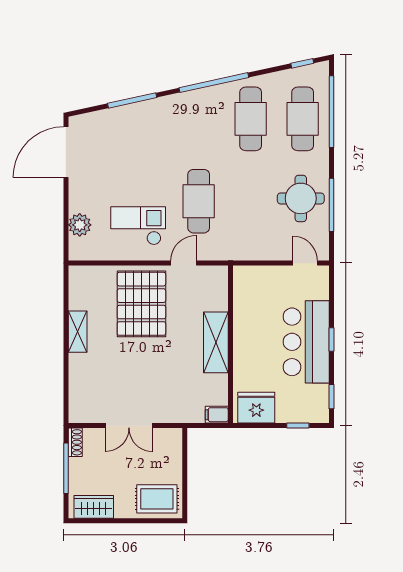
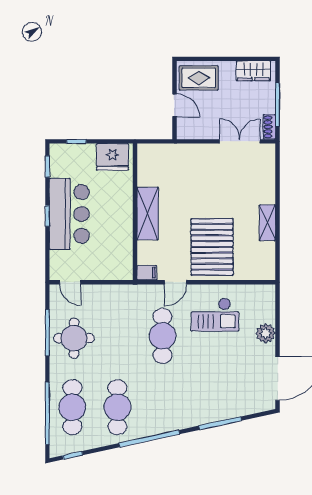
plant: (80, 225) -> (266, 333), moved
filing cabinet: (217, 415) -> (147, 273), moved
double door: (129, 426) -> (240, 141), moved
door: (185, 467) -> (174, 105), added

